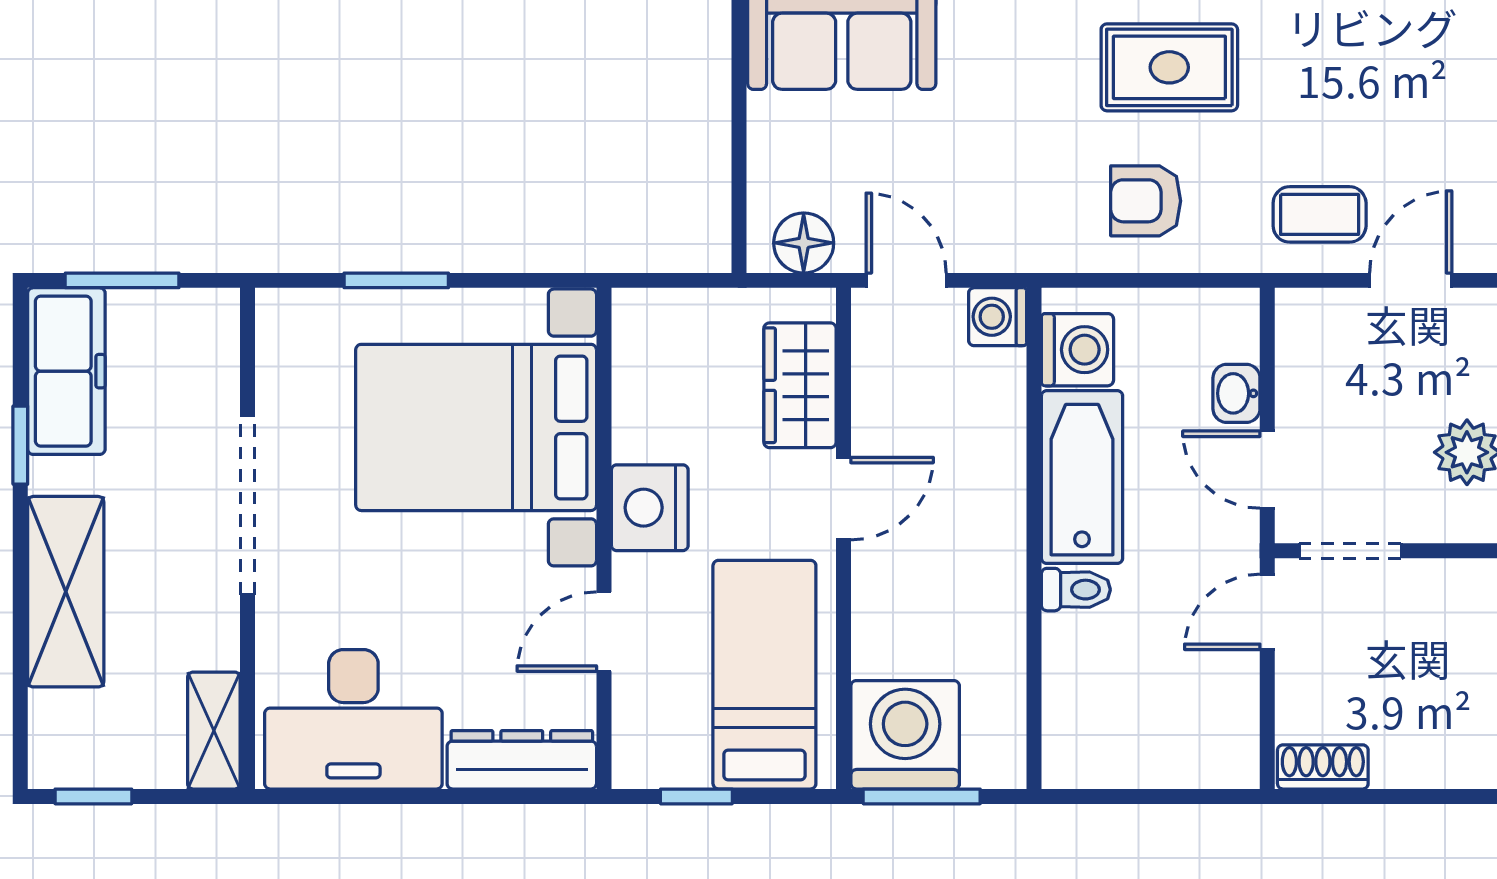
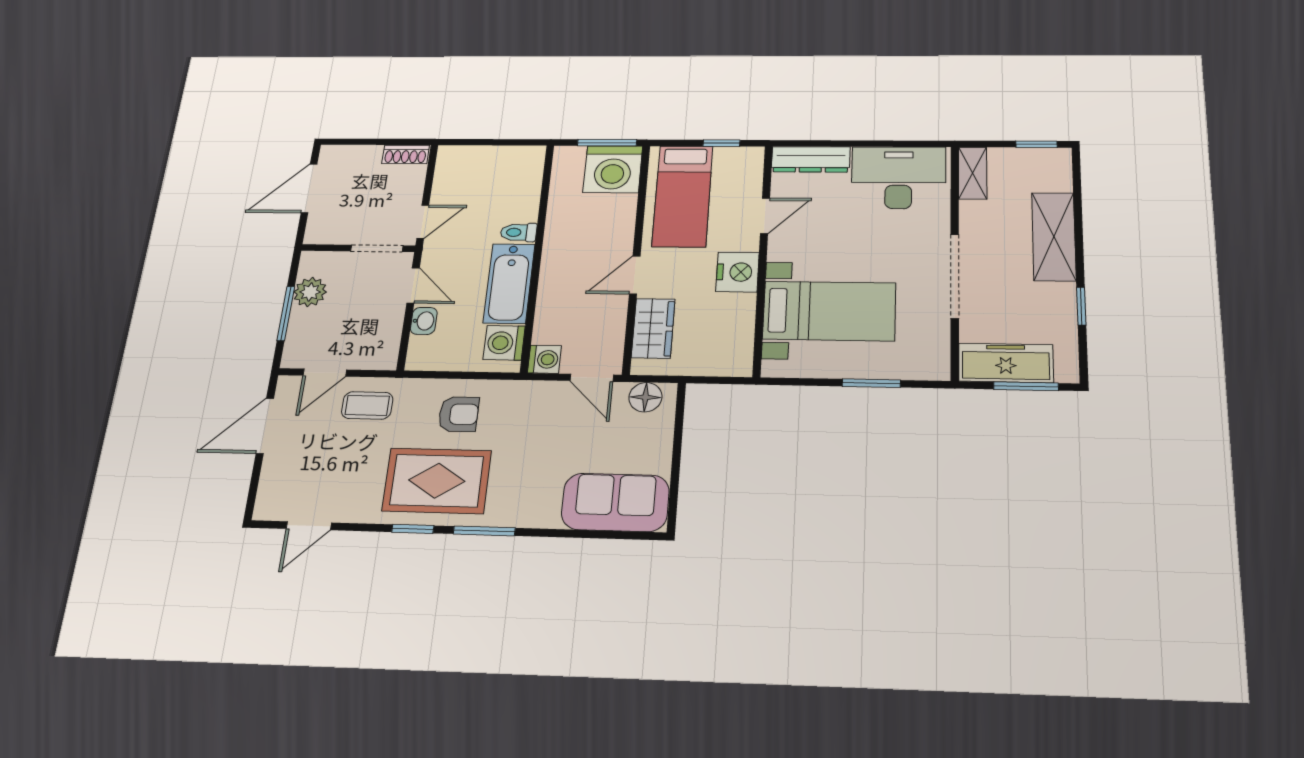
rug: (1169, 67) -> (437, 481), width x1.36, depth x1.43
freezer: (66, 371) -> (1006, 363), moved, turned 90
bed with nightstands: (476, 427) -> (829, 311), width x0.73

